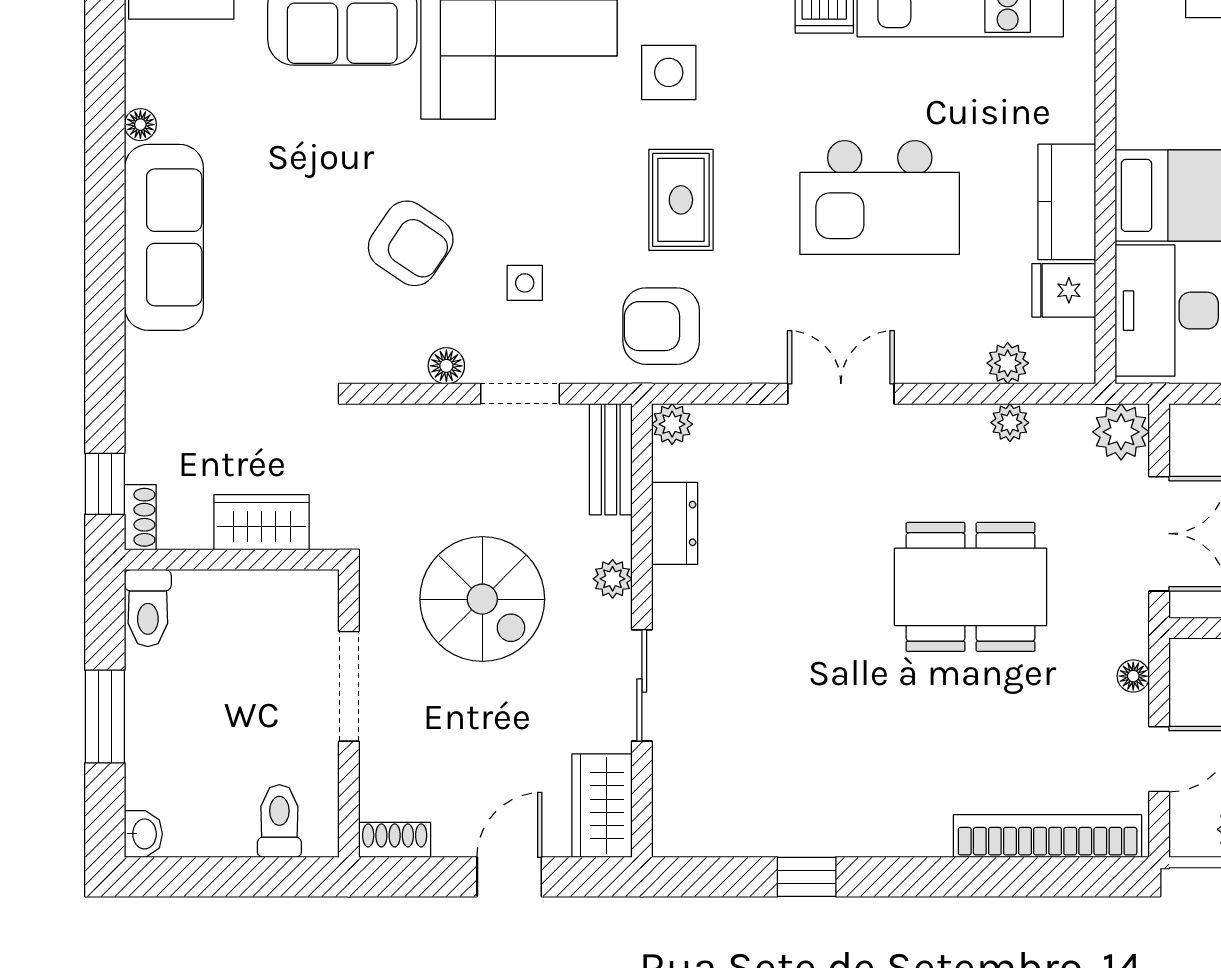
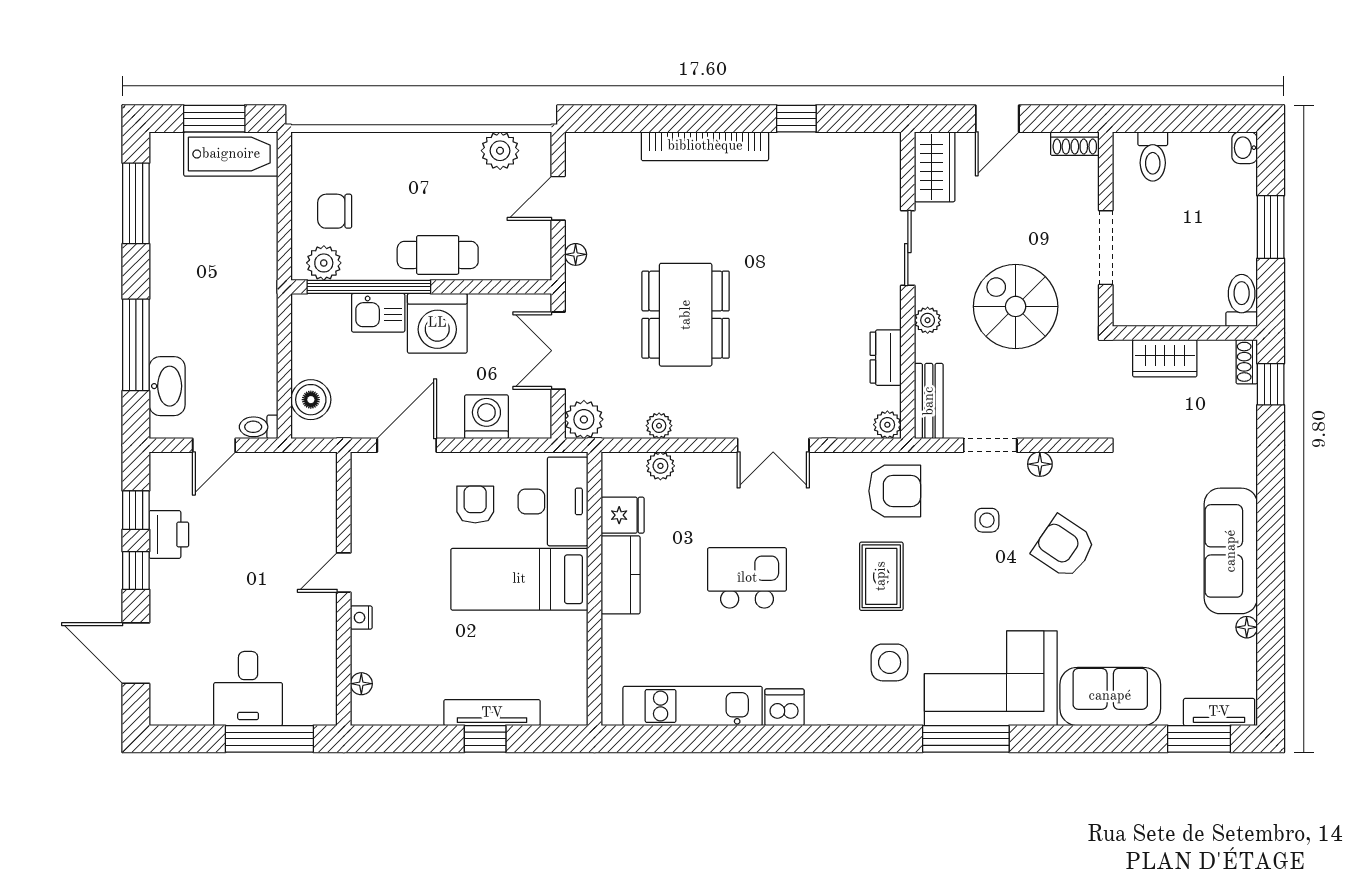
kitchen island: (880, 198) -> (747, 578), width x0.73, depth x0.78
dining table: (971, 587) -> (686, 315), turned 90
bookcase: (1048, 836) -> (705, 146), moved

